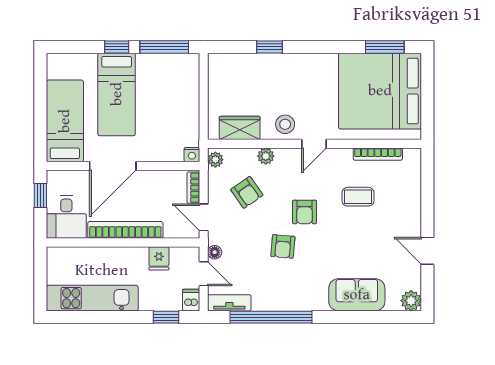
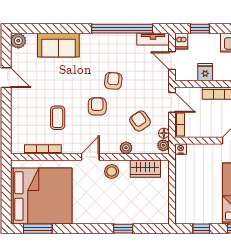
window: (164, 47) -> (201, 229), width x0.46
coffee table: (358, 197) -> (58, 118), turned 90
floor lamp: (215, 252) -> (164, 133), moved

